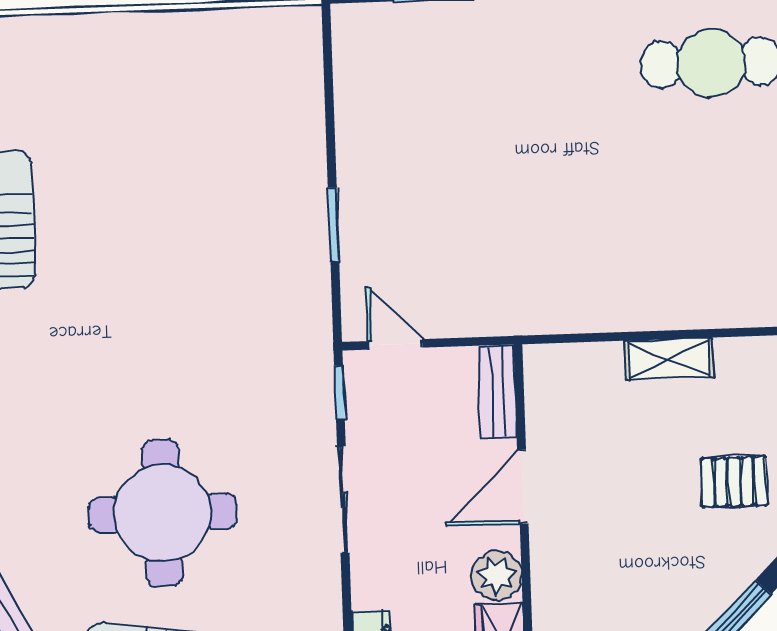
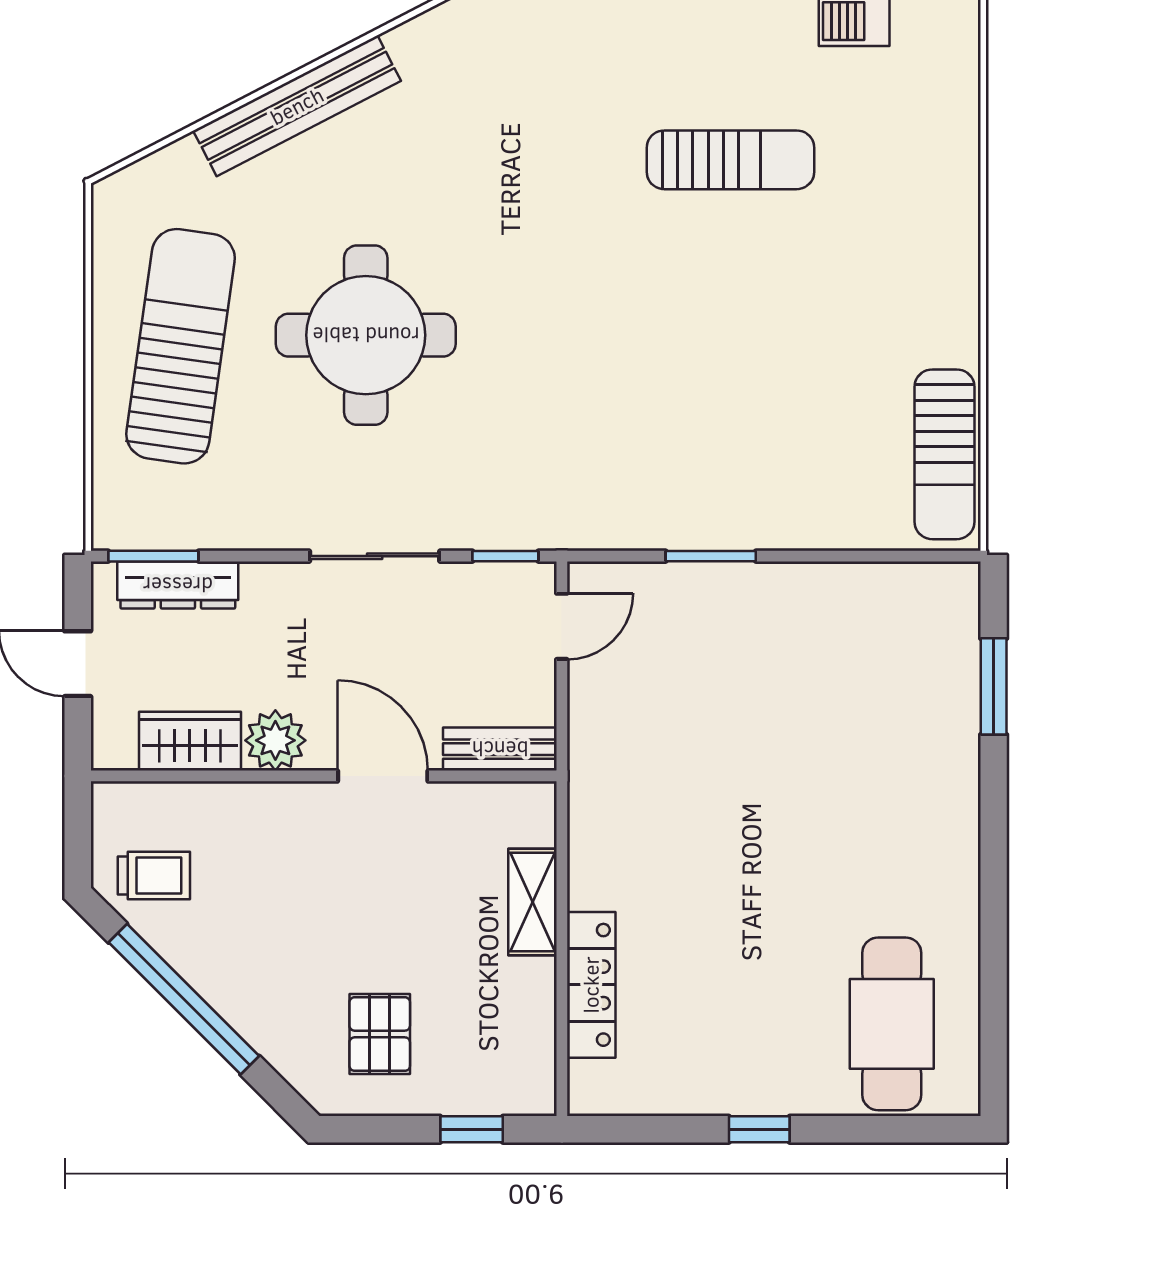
sun lounger: (244, 36) -> (945, 454), added
locker: (688, 310) -> (591, 985), added
shelving: (669, 359) -> (533, 902), moved

